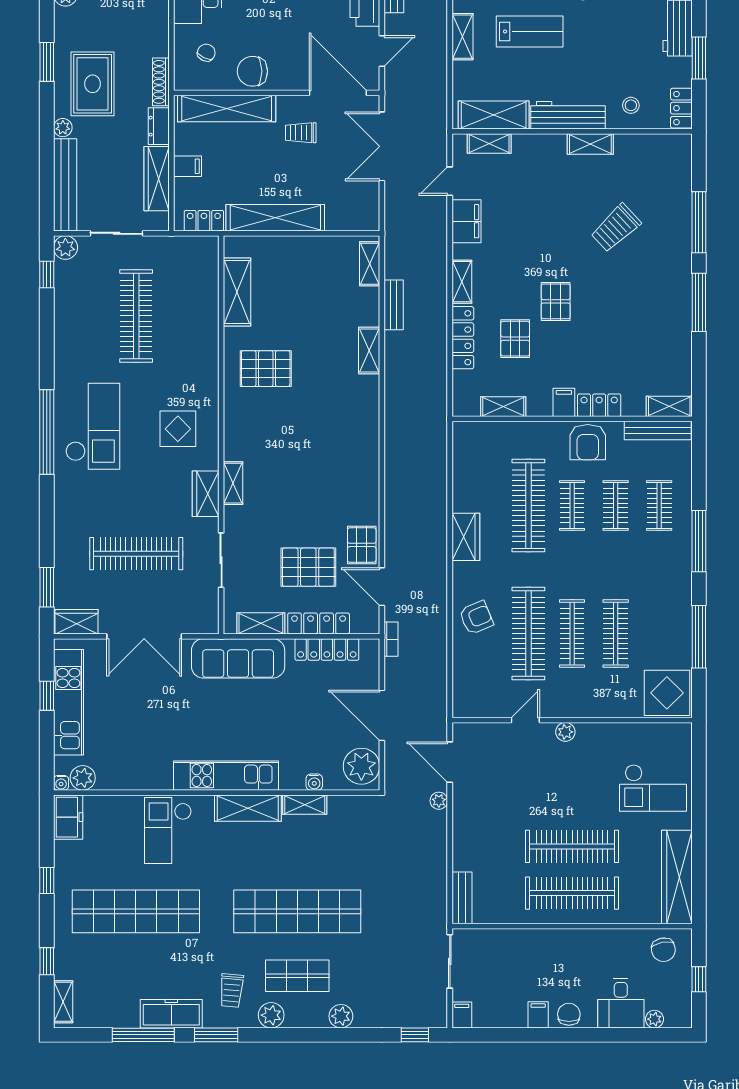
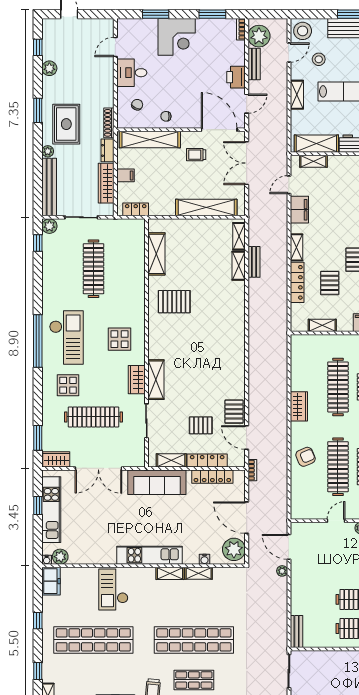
chair: (252, 71) -> (166, 116), width x0.54, depth x0.54
shelving: (275, 218) -> (206, 208), moved
shelving: (369, 350) -> (239, 266), moved
shelving: (233, 483) -> (156, 380), width x1.50, depth x1.33
display table: (95, 503) -> (68, 385), added
pallet: (308, 567) -> (201, 425), width x0.67, depth x0.71
shelving: (248, 808) -> (170, 573), width x0.67, depth x0.75

